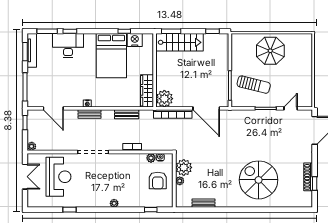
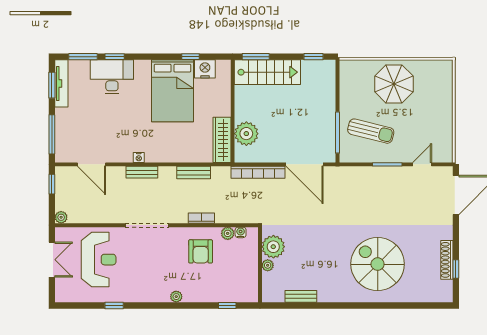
plant: (164, 99) -> (246, 134), moved
armchair: (158, 181) -> (201, 251), moved

